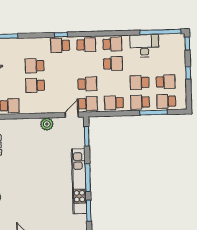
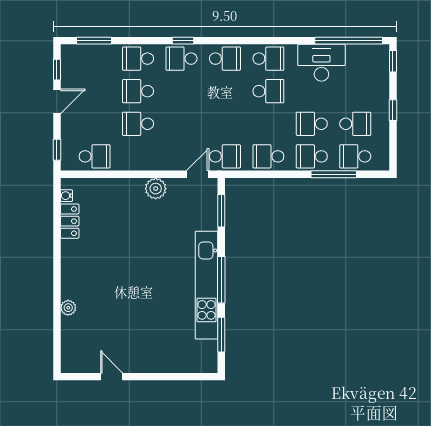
school desk: (87, 84) -> (138, 59), moved, turned 180

